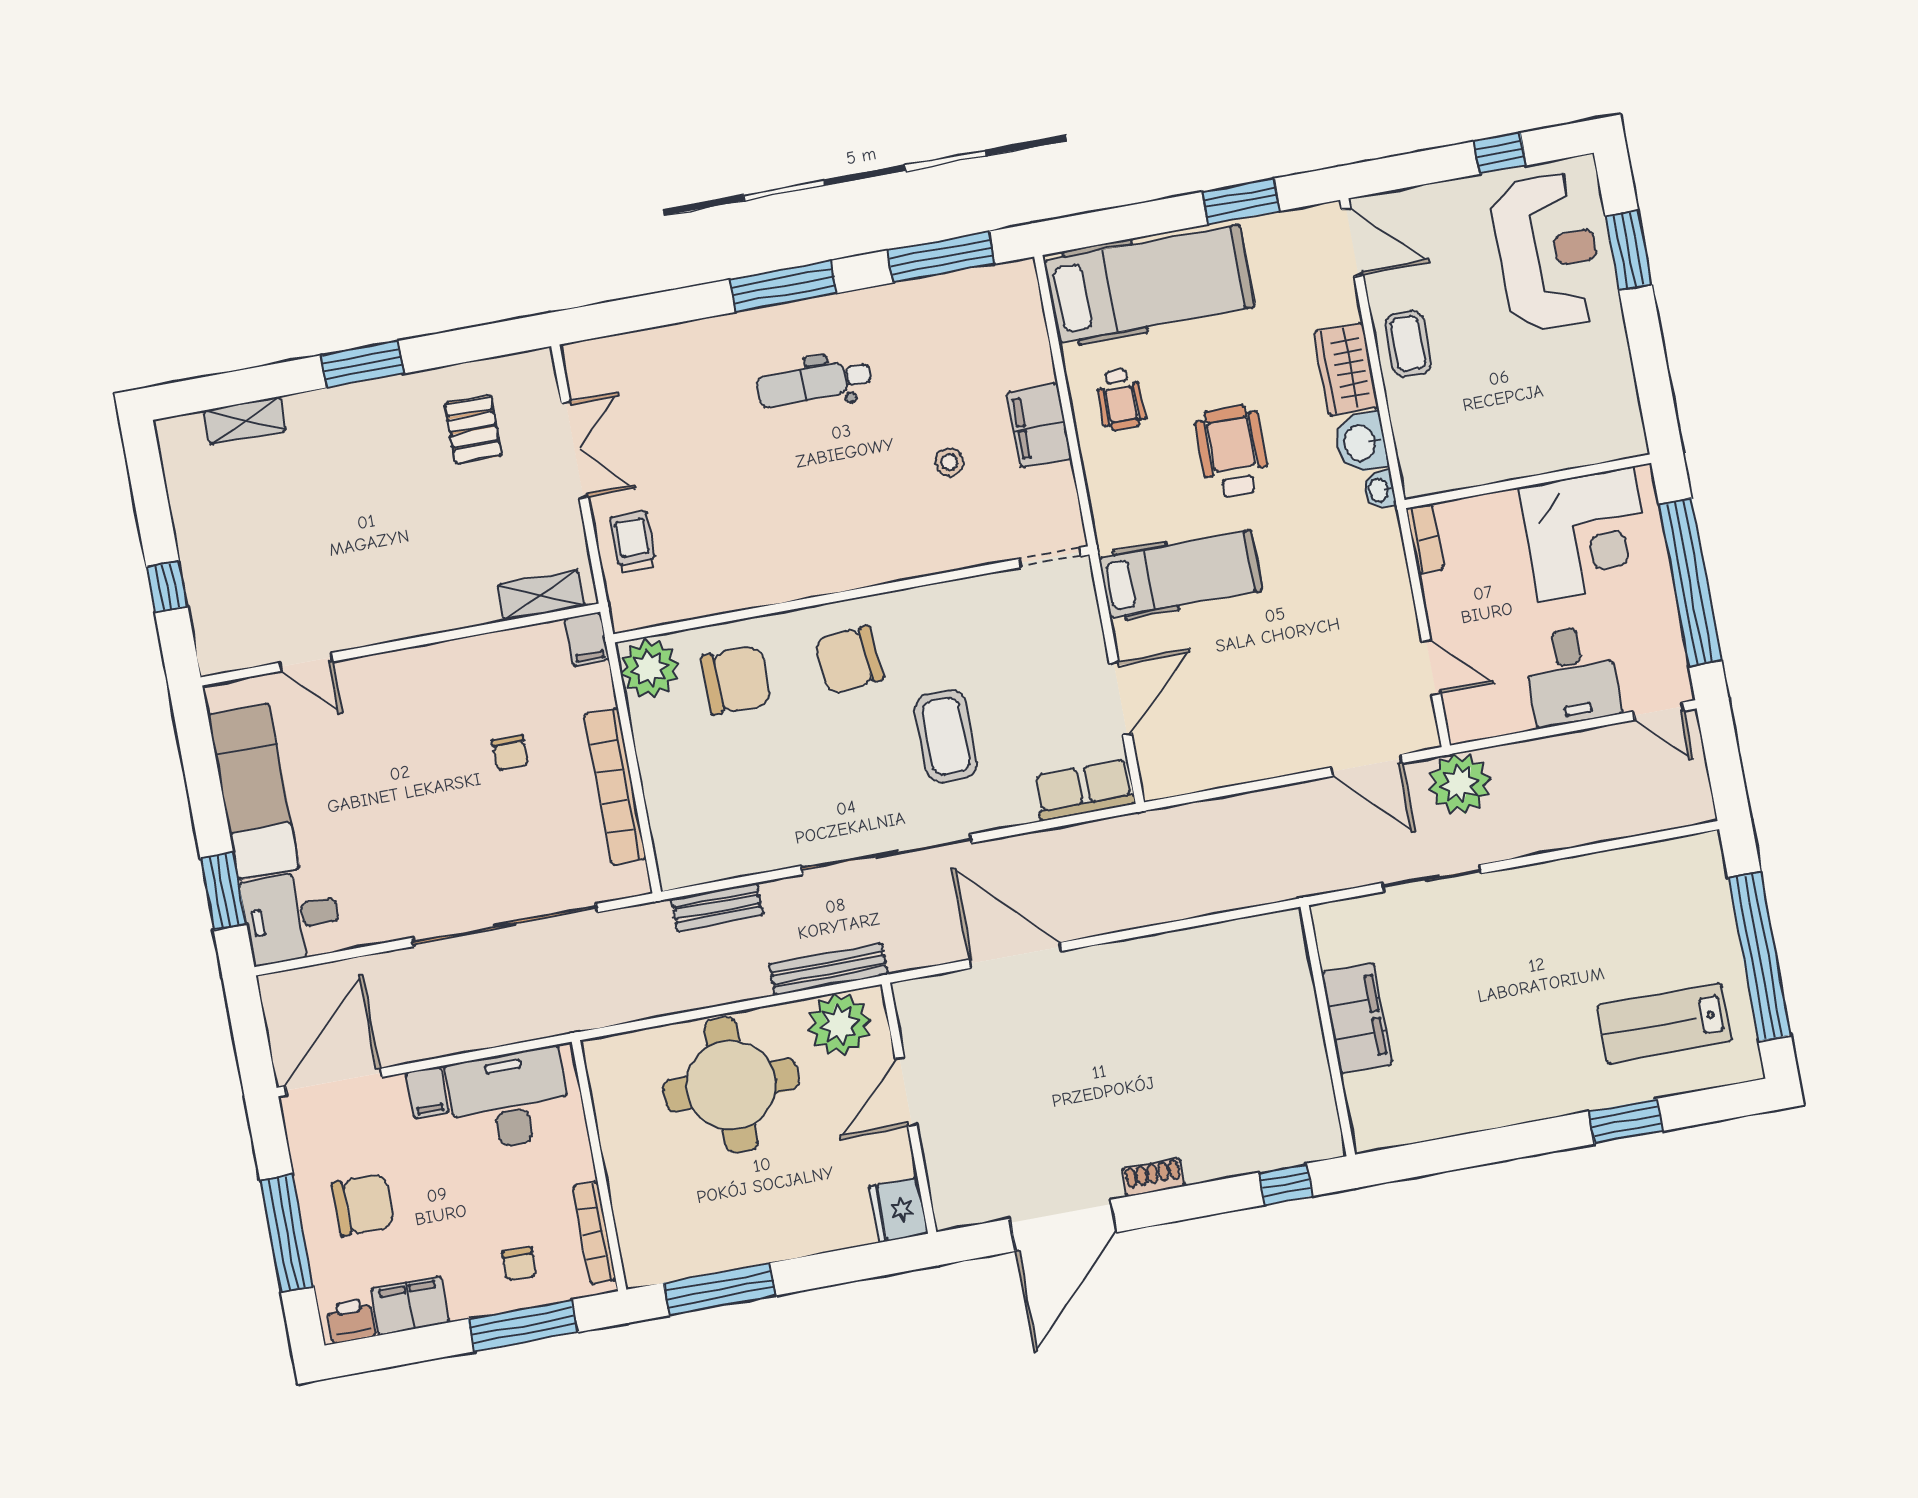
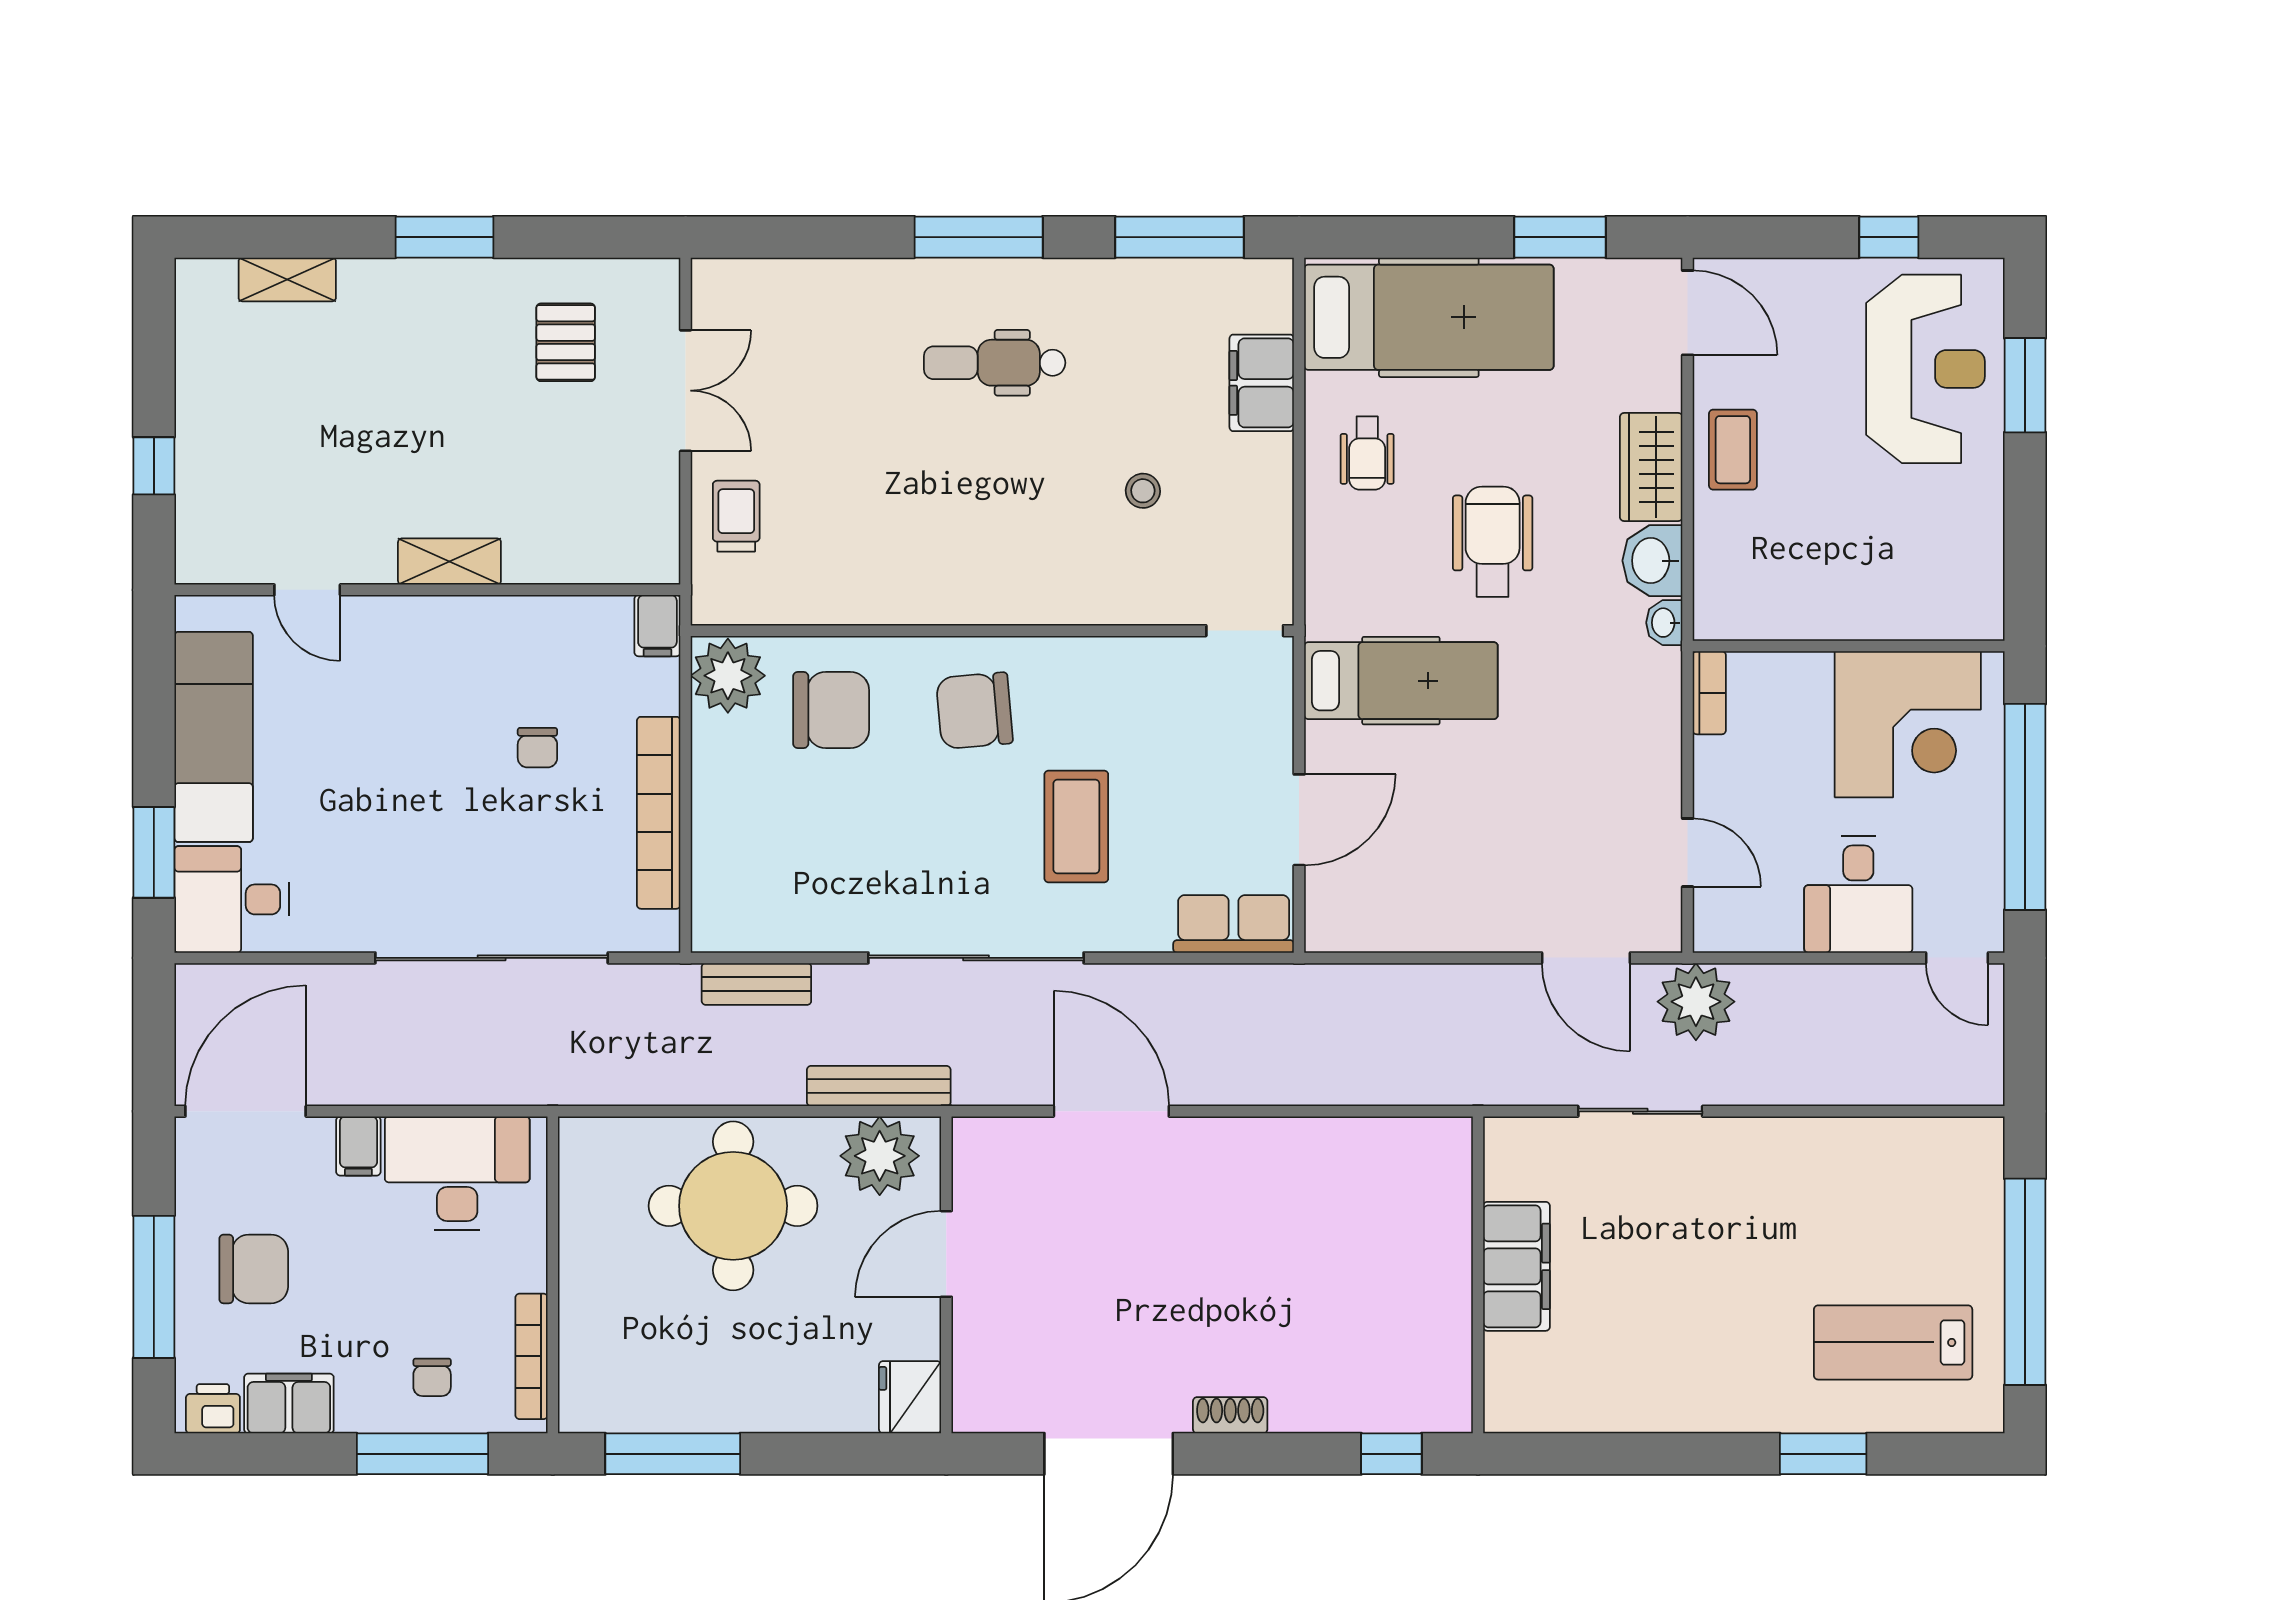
filing cabinet: (1039, 425) -> (1262, 383), moved
shelving: (541, 595) -> (449, 562), moved

